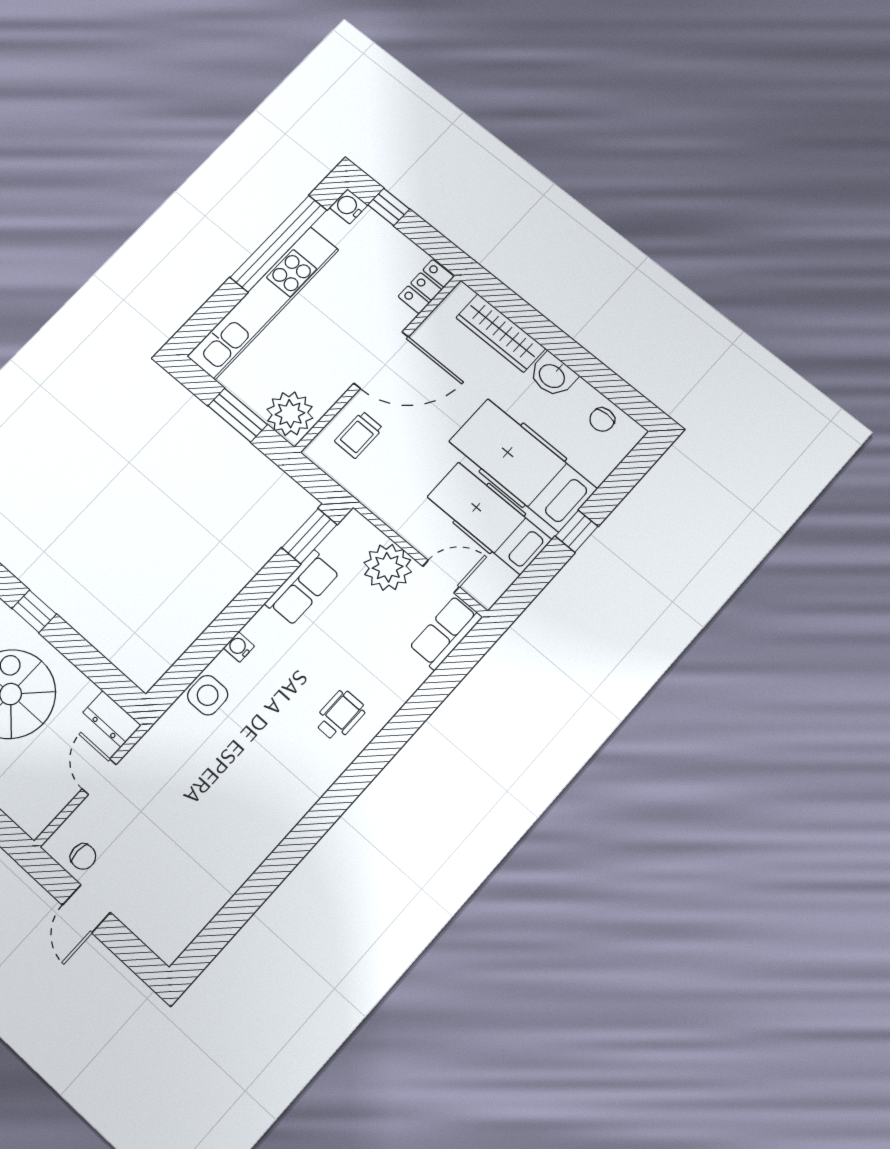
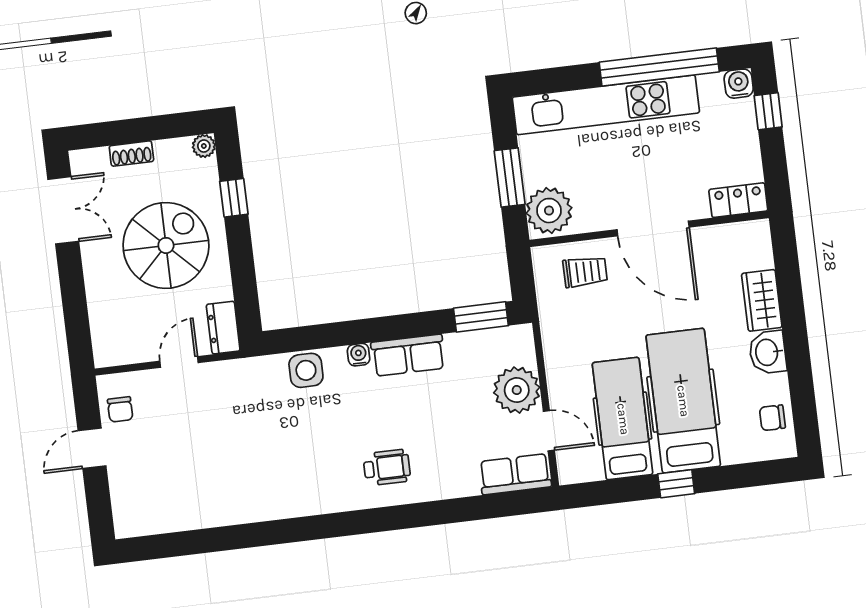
wardrobe: (501, 333) -> (762, 300), width x0.67
trolley: (359, 435) -> (585, 272), turned 180
row of seats: (302, 588) -> (408, 355), moved

